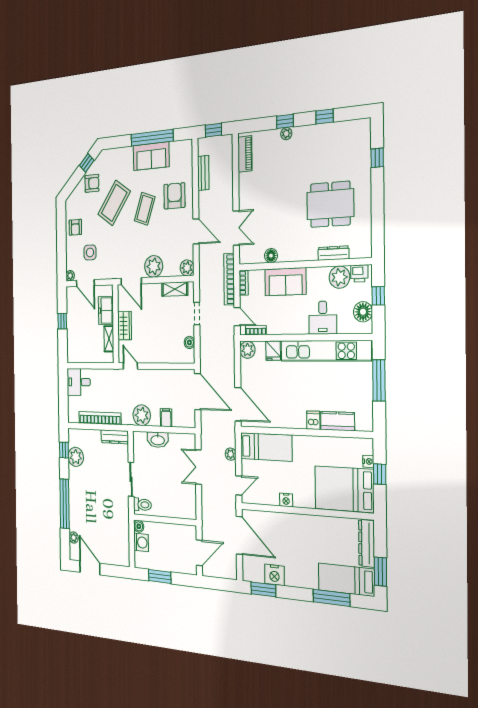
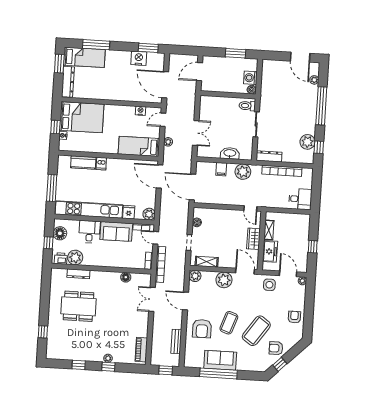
side table: (90, 252) -> (269, 285), moved
sofa: (285, 282) -> (116, 231), moved, turned 180
nightstand: (286, 500) -> (140, 111), moved

